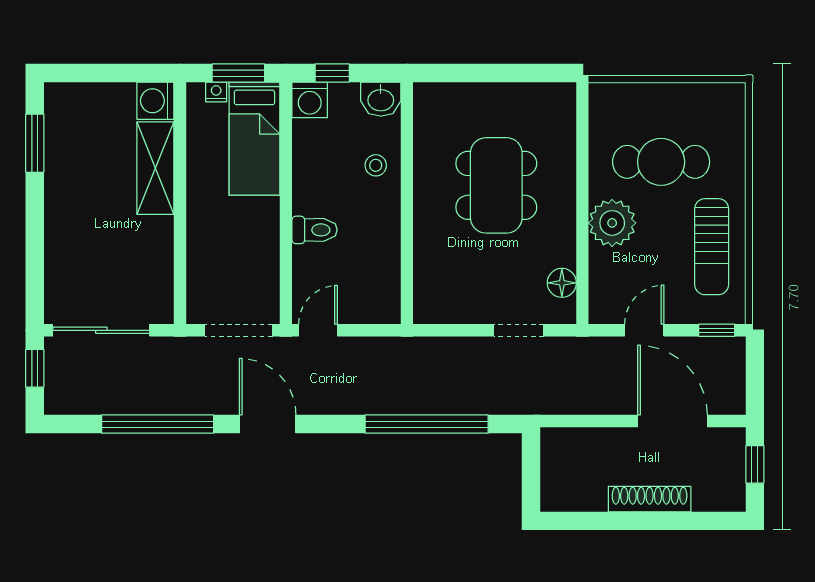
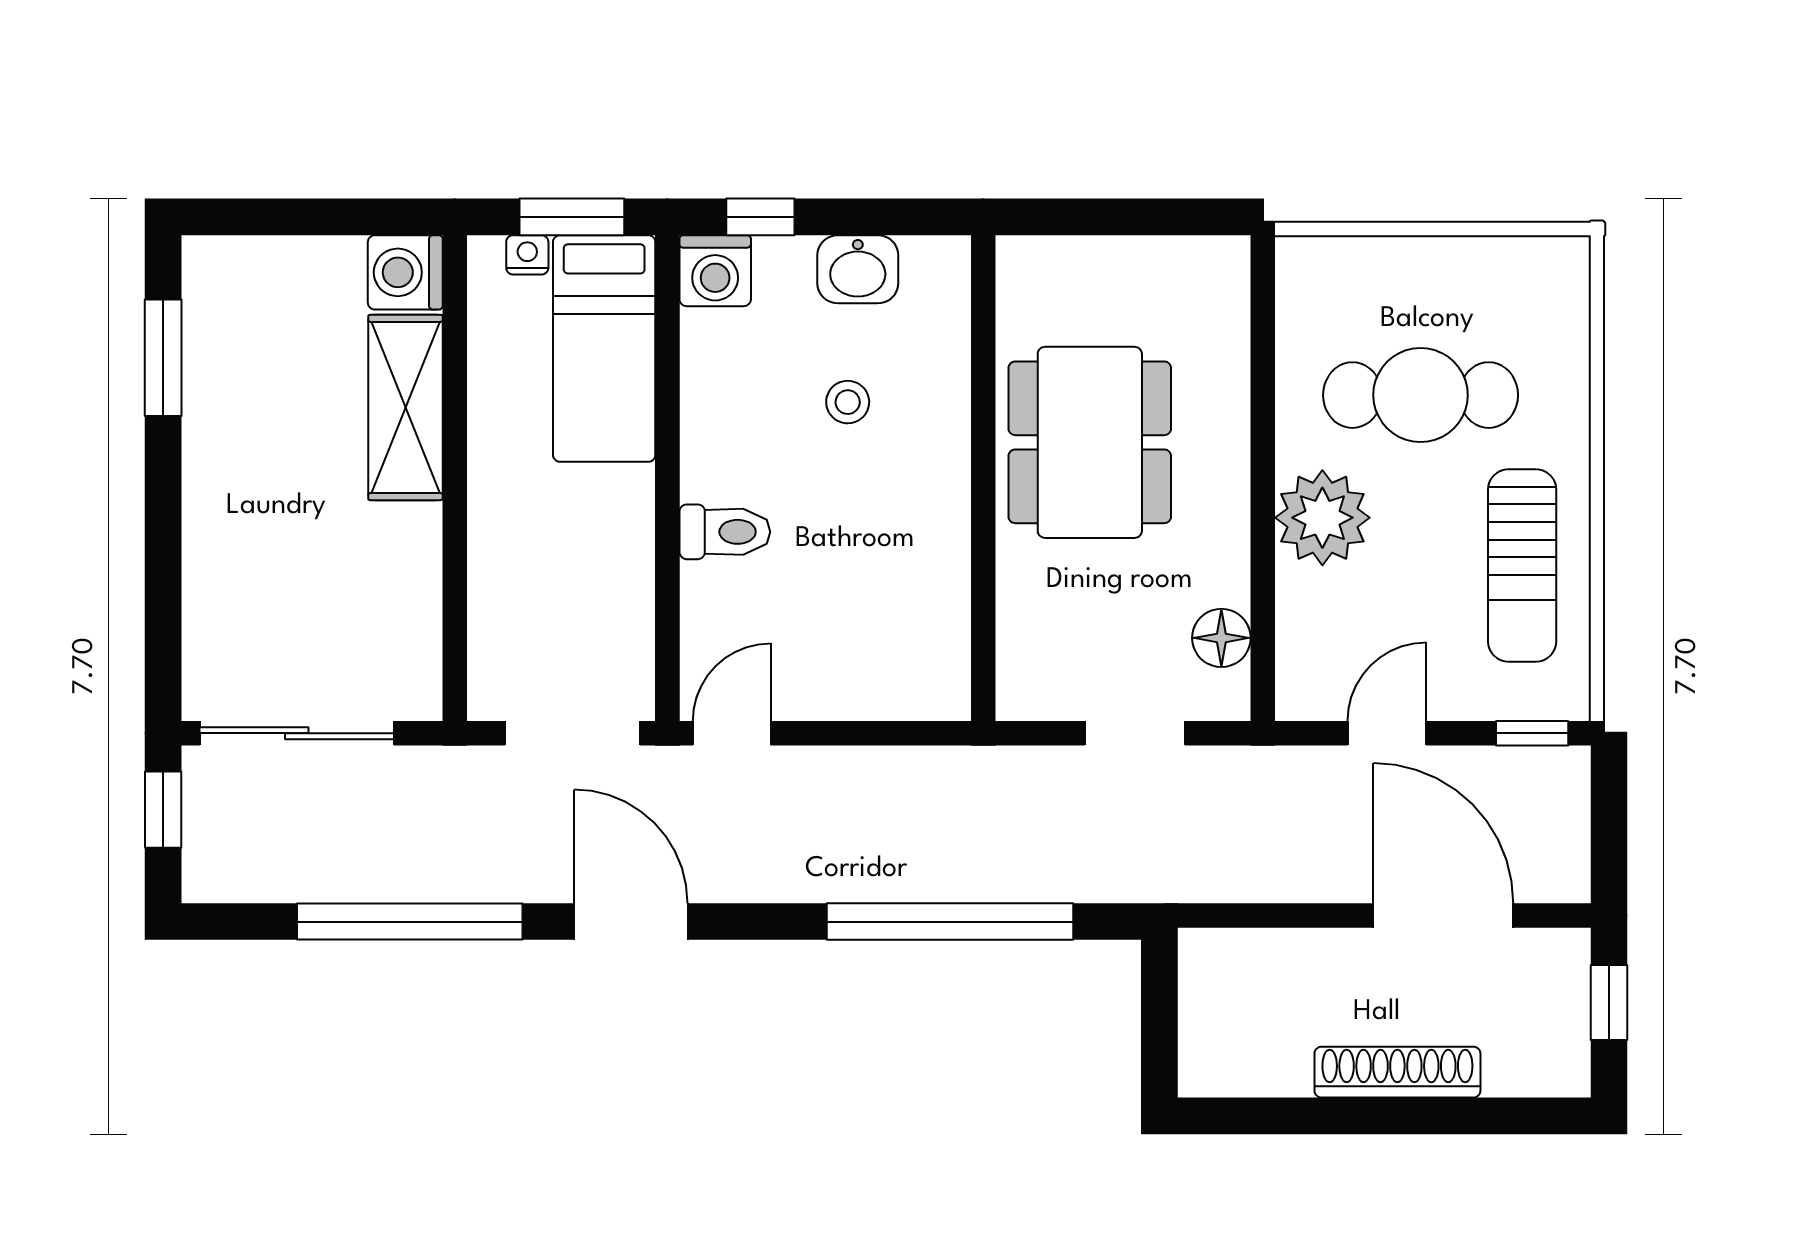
wall: (407, 203) -> (983, 478), moved

